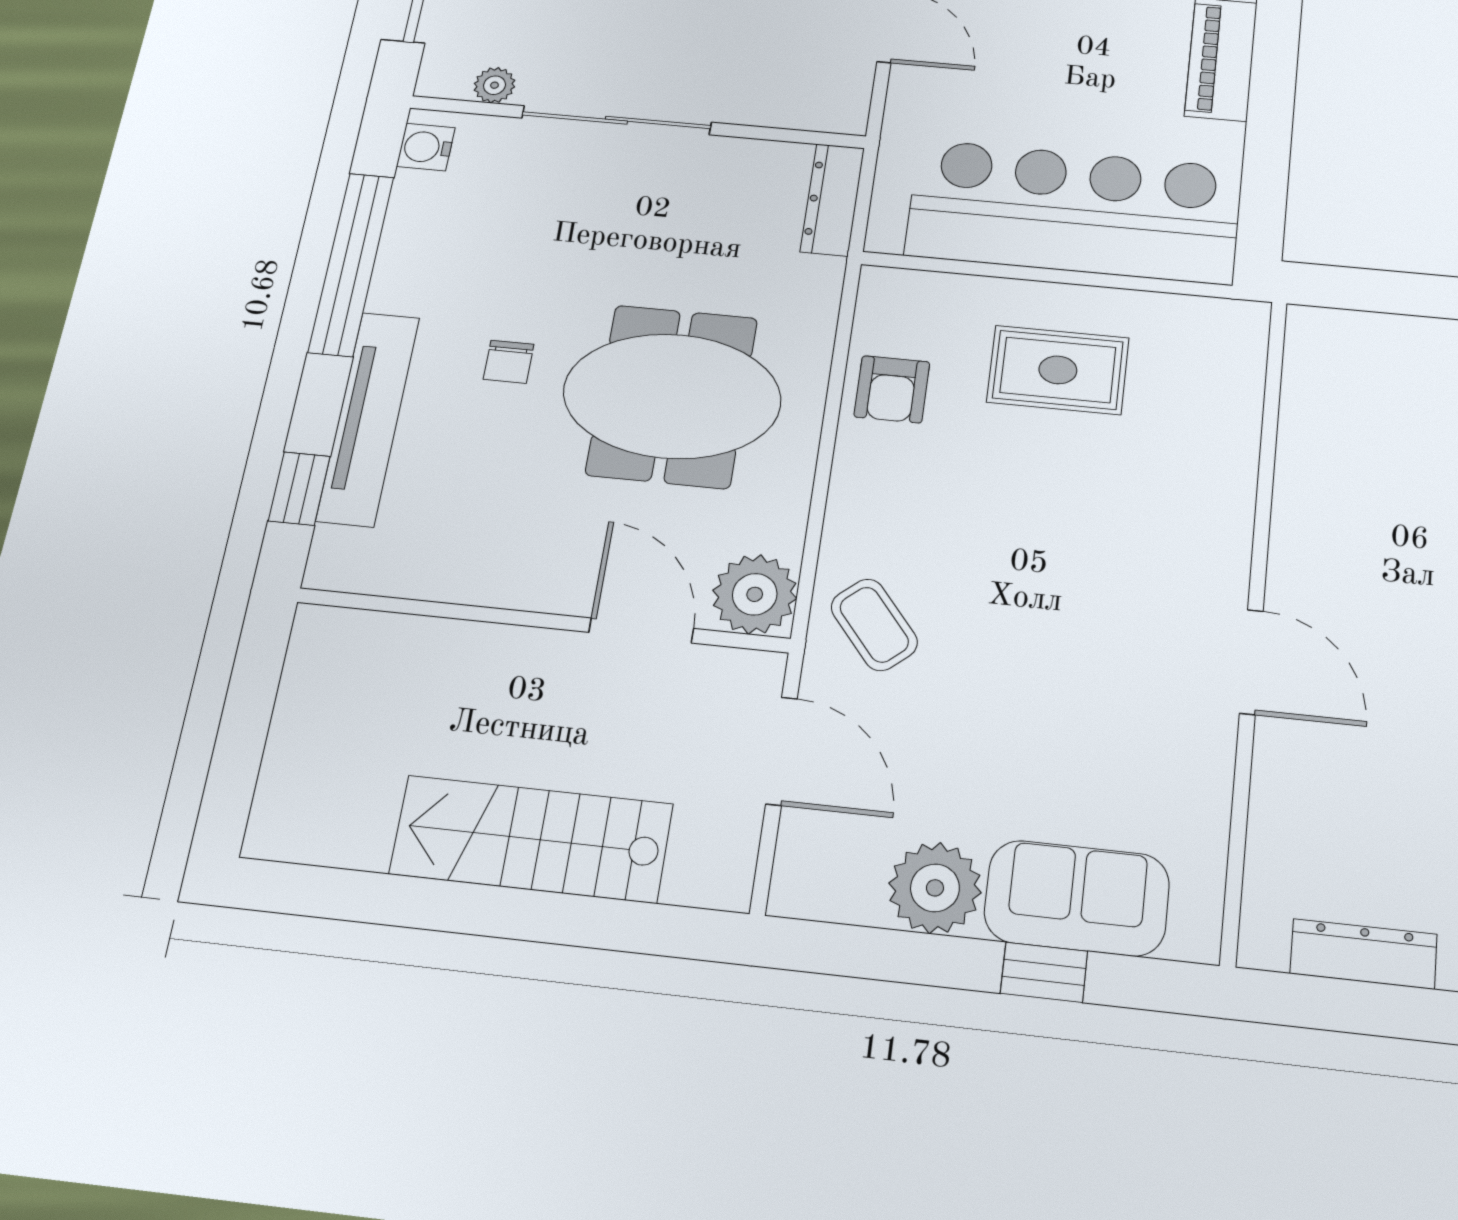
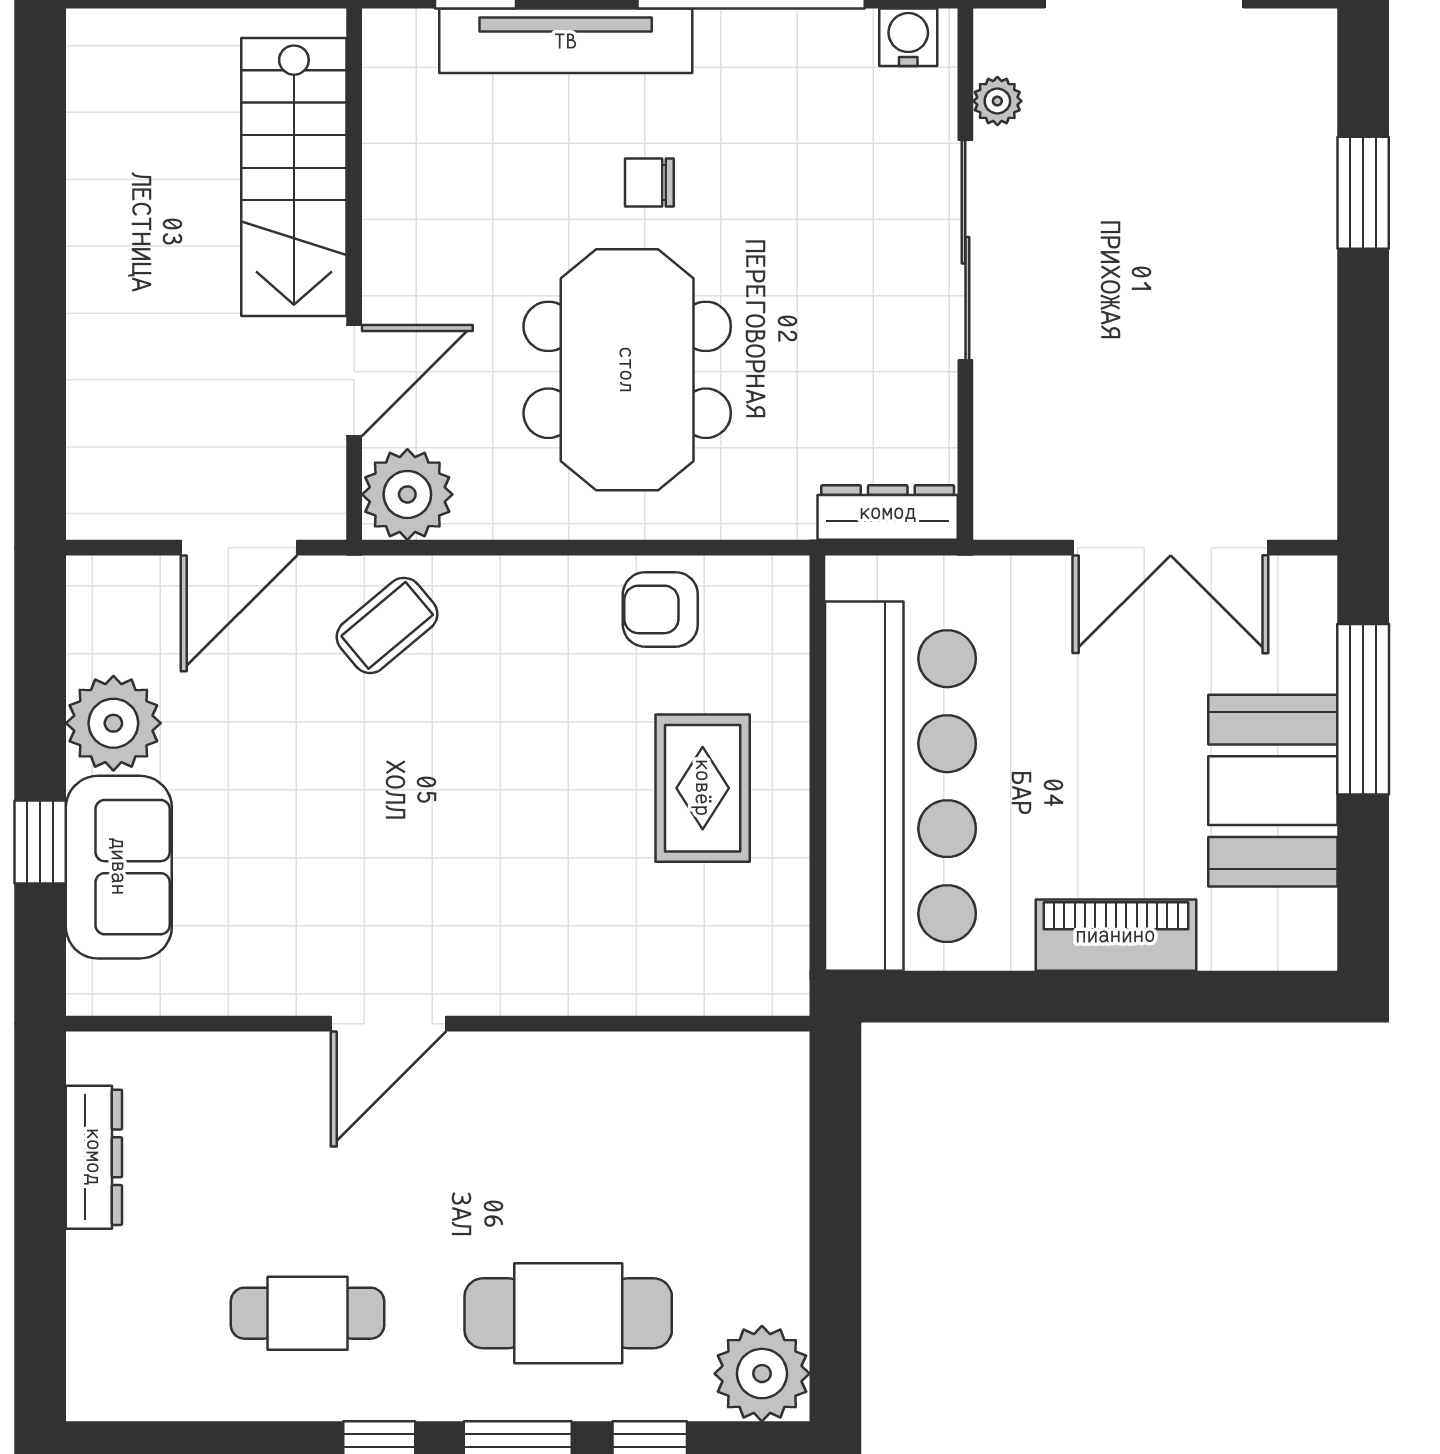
stairs: (531, 839) -> (294, 177), moved, turned 180

